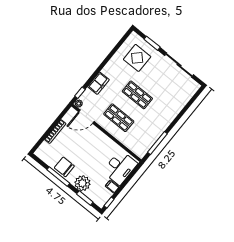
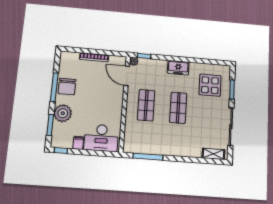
freezer: (98, 83) -> (178, 68), moved
shelving: (189, 93) -> (213, 154), added
chair: (64, 167) -> (67, 87), turned 180

